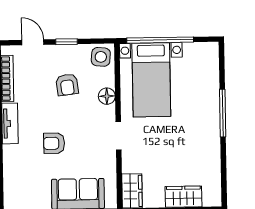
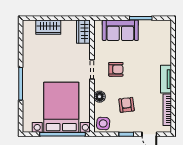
bed with nightstands: (151, 80) -> (61, 107), width x1.36
armchair: (54, 143) -> (116, 69), moved

